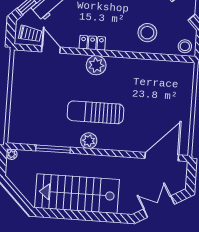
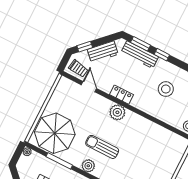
stool: (147, 33) -> (166, 89), moved
sun lounger: (95, 112) -> (102, 147), width x0.73, depth x0.75
parasol: (34, 120) -> (55, 133), added

